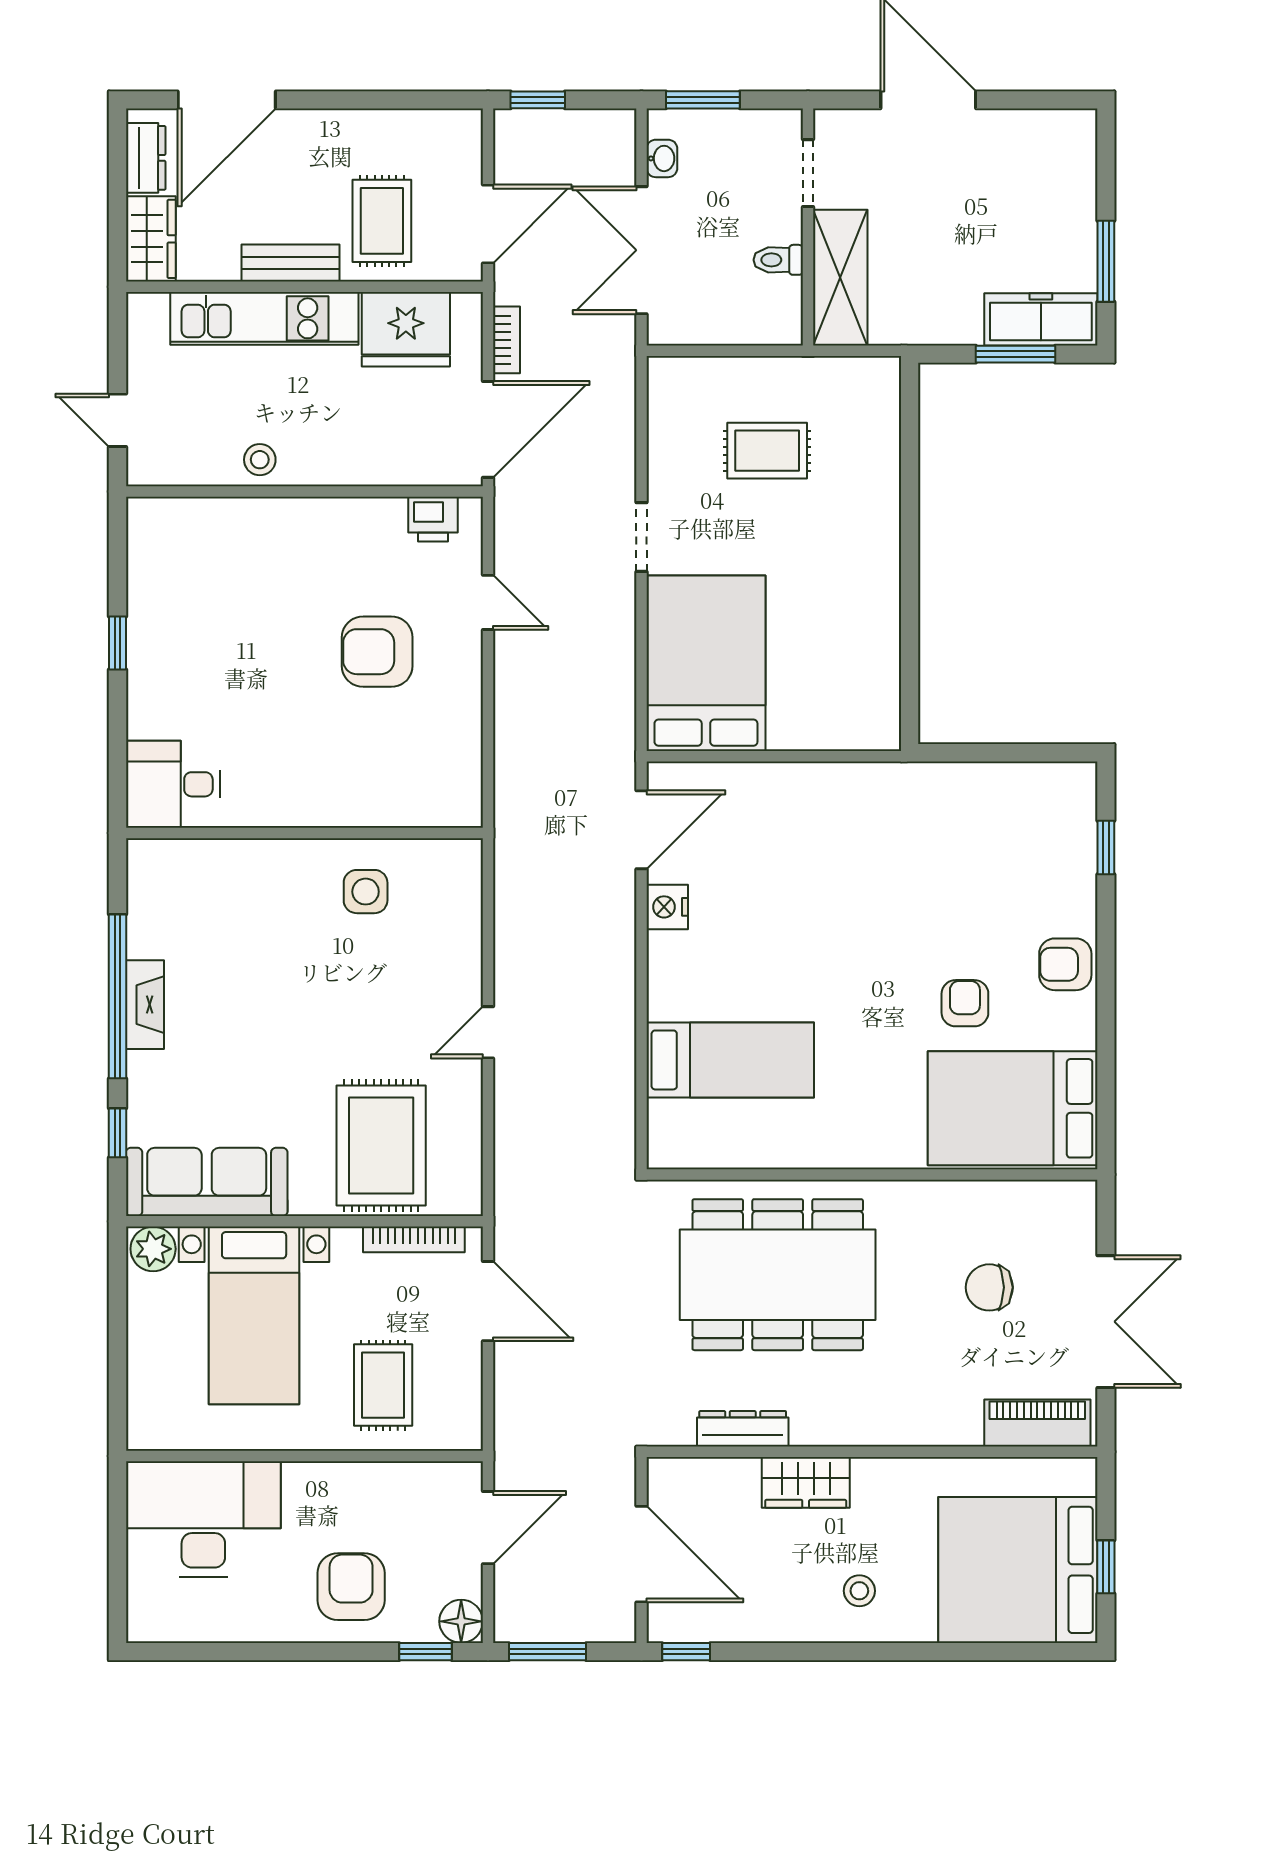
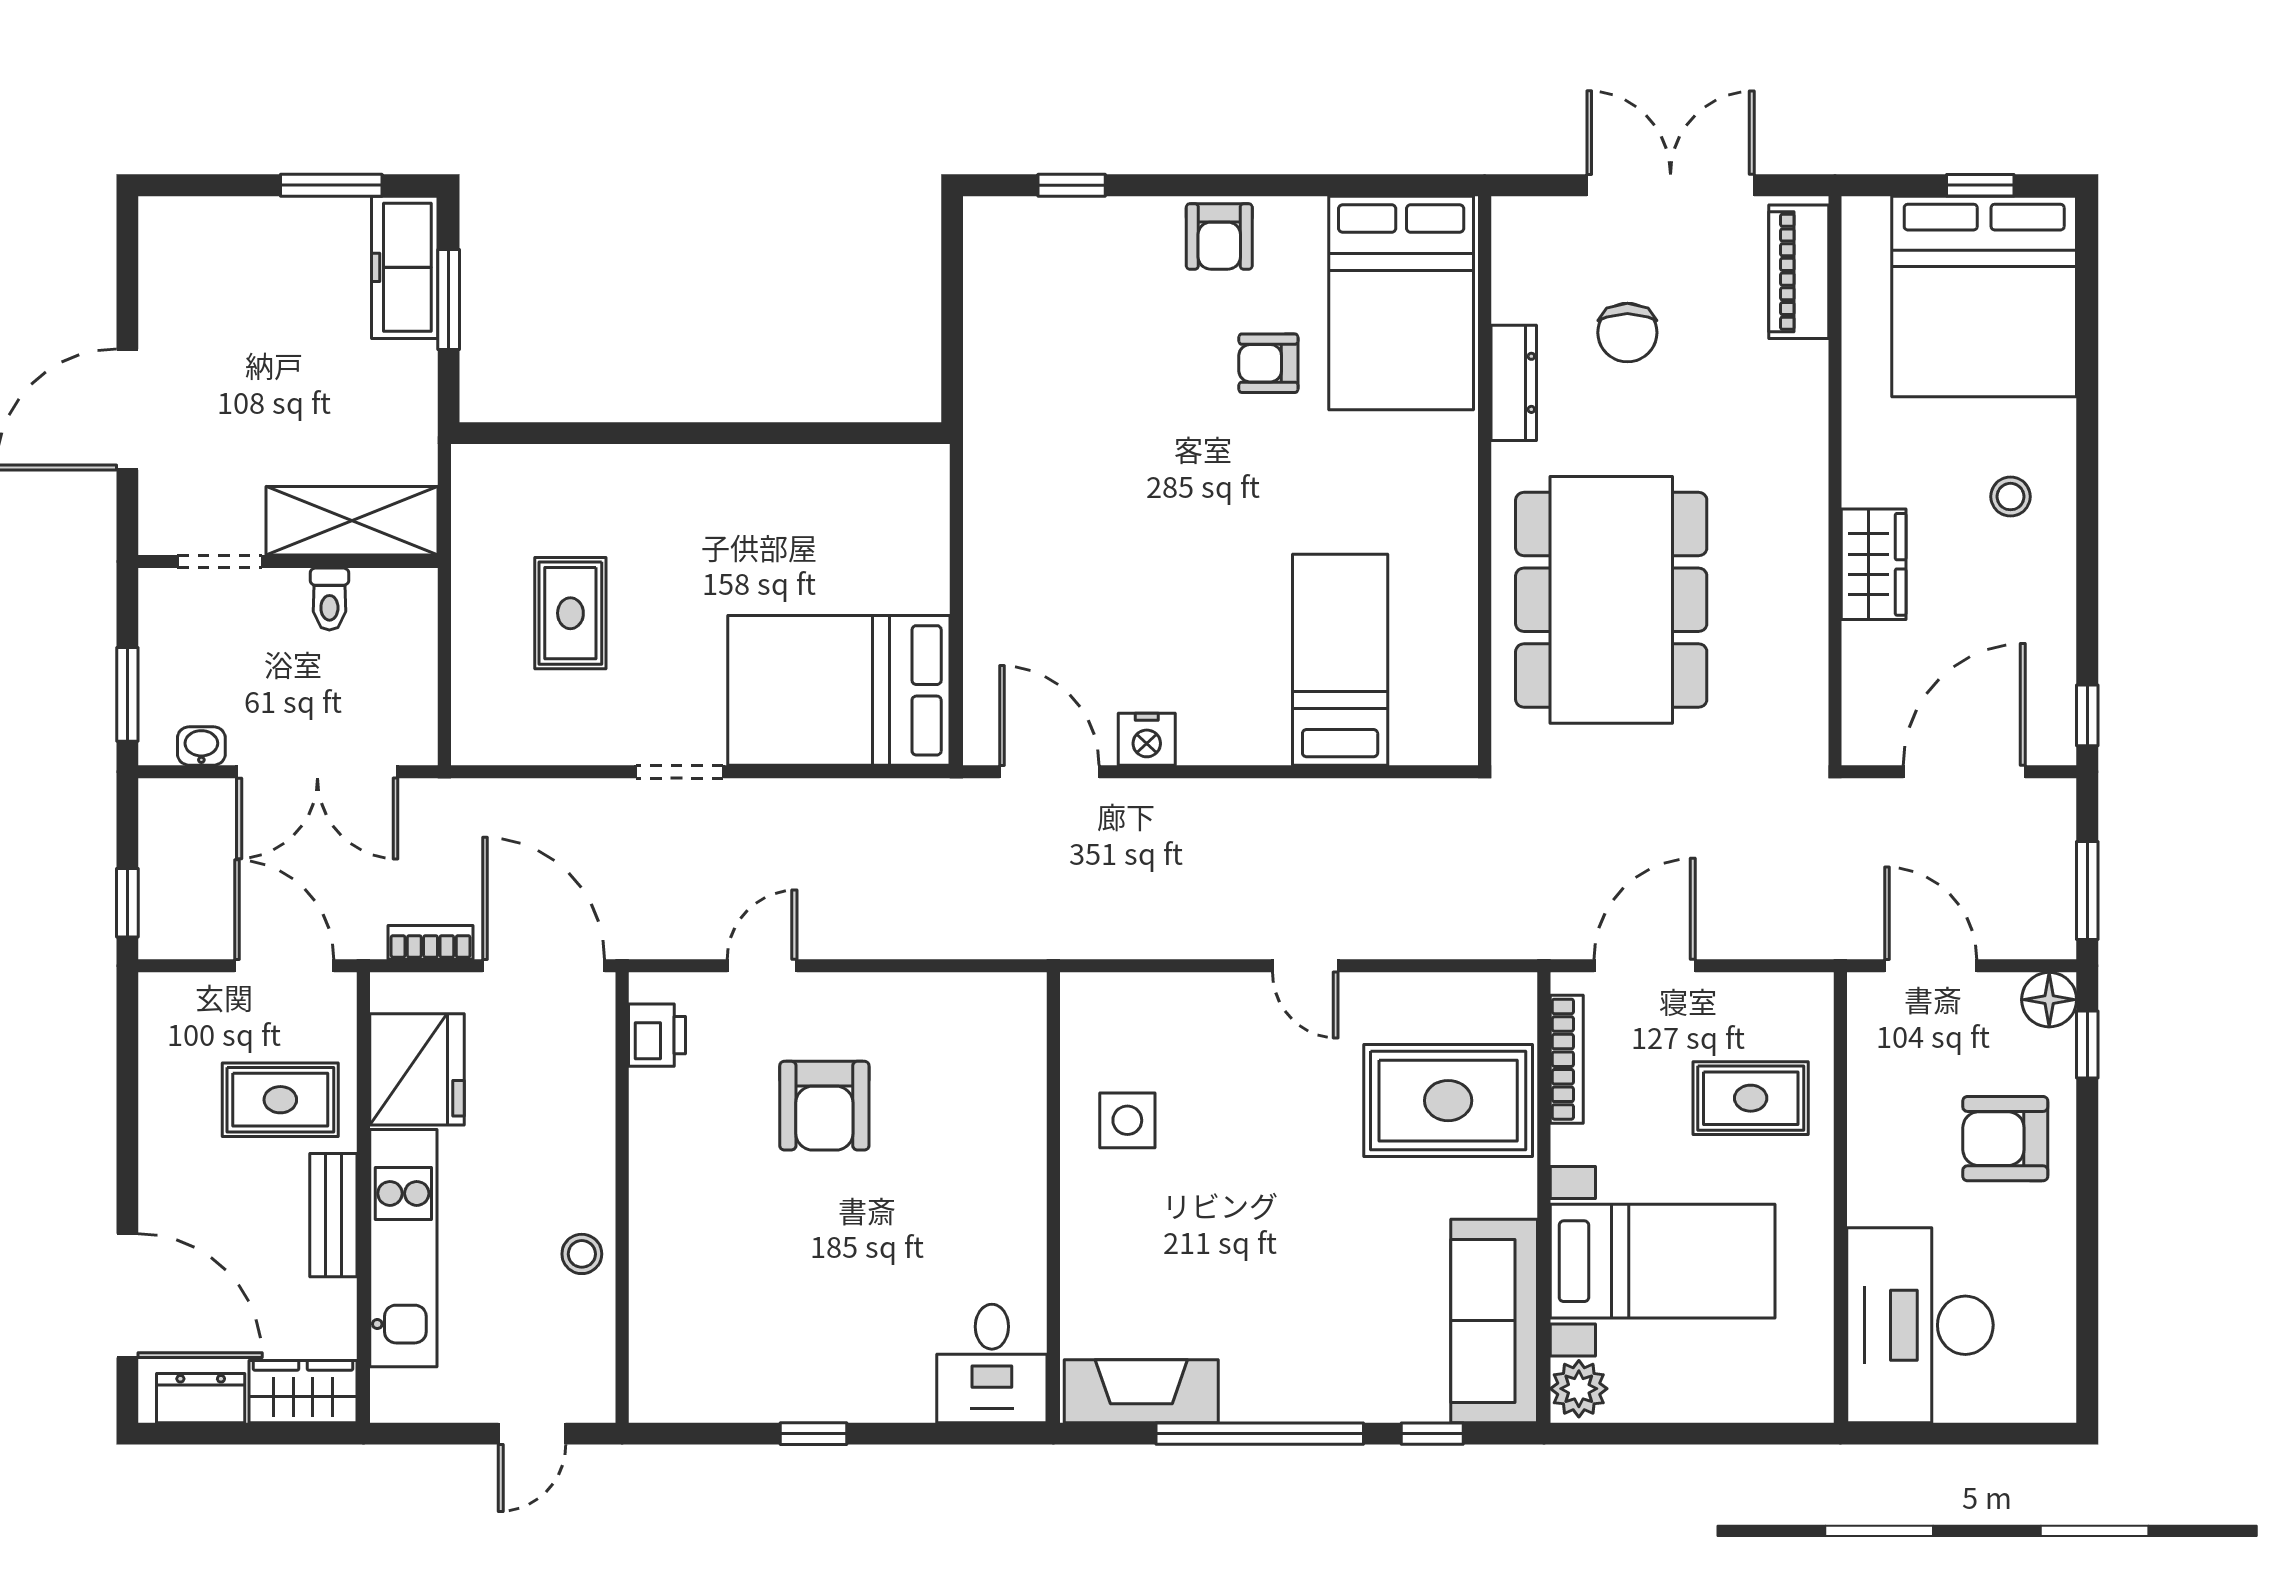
fireplace: (145, 1005) -> (1141, 1391), moved, width x1.37, depth x1.32
dresser: (743, 1429) -> (1514, 383), moved, turned 180

